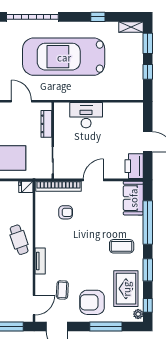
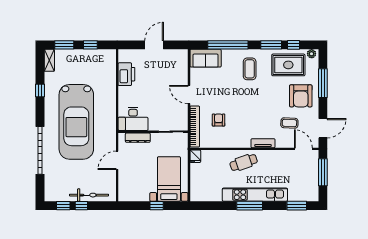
desk: (86, 115) -> (133, 119), moved, turned -90
printer: (134, 166) -> (126, 74), moved, turned -90
window: (148, 305) -> (293, 45), moved

